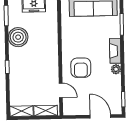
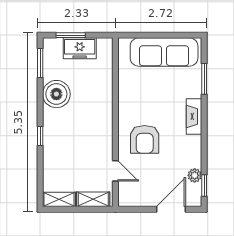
plant: (116, 69) -> (195, 175), moved
door: (100, 116) -> (171, 209), hinge flipped

